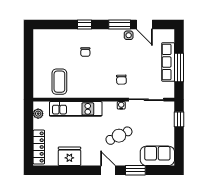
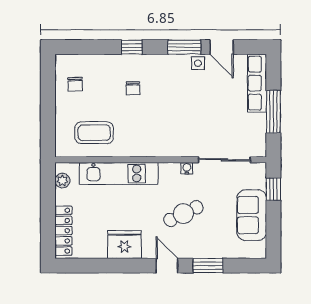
row of seats: (168, 62) -> (257, 83), moved
chair: (121, 80) -> (75, 84), moved
coffee table: (59, 82) -> (94, 133), turned 90
fridge: (69, 156) -> (124, 245), moved
sofa: (157, 156) -> (252, 215), moved, turned -90

